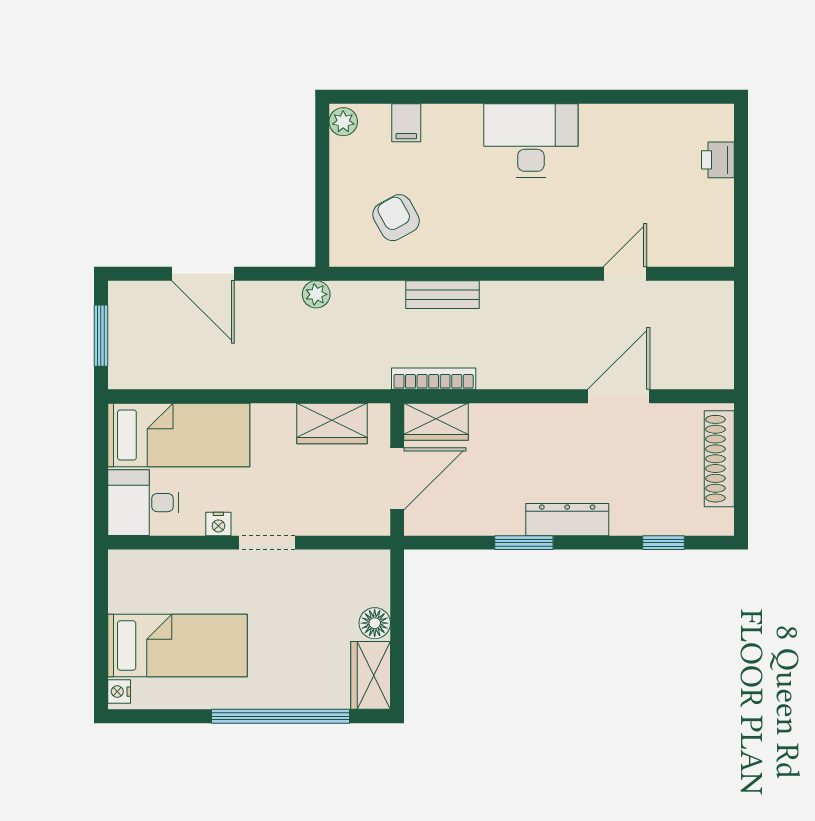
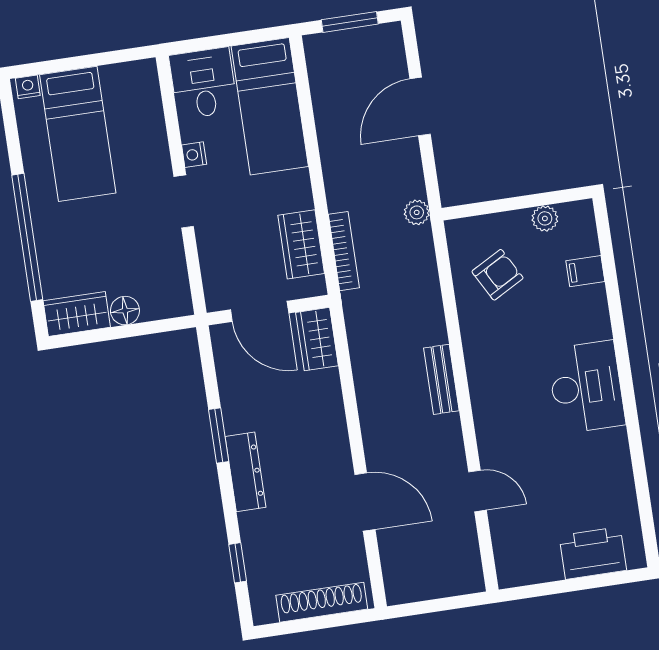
plant: (343, 122) -> (545, 218), moved
printer: (718, 160) -> (593, 553), width x1.87, depth x1.48
bench: (443, 295) -> (441, 379), moved
bookcase: (434, 379) -> (344, 251), moved

